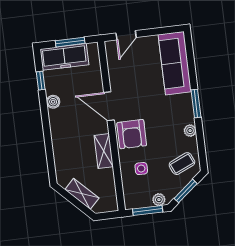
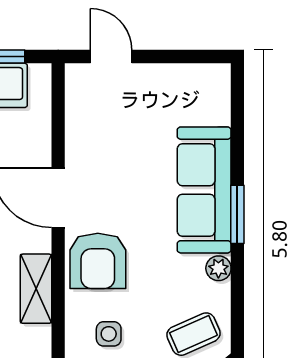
door: (126, 35) -> (111, 57), swing flipped
sofa: (175, 63) -> (204, 190), moved

